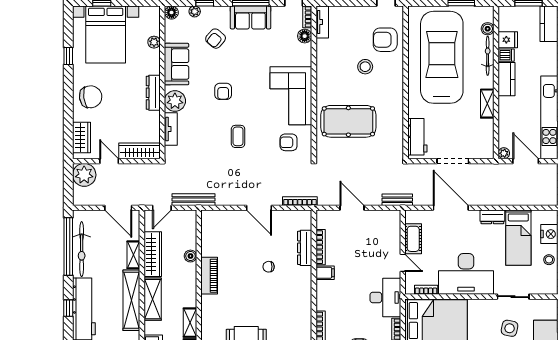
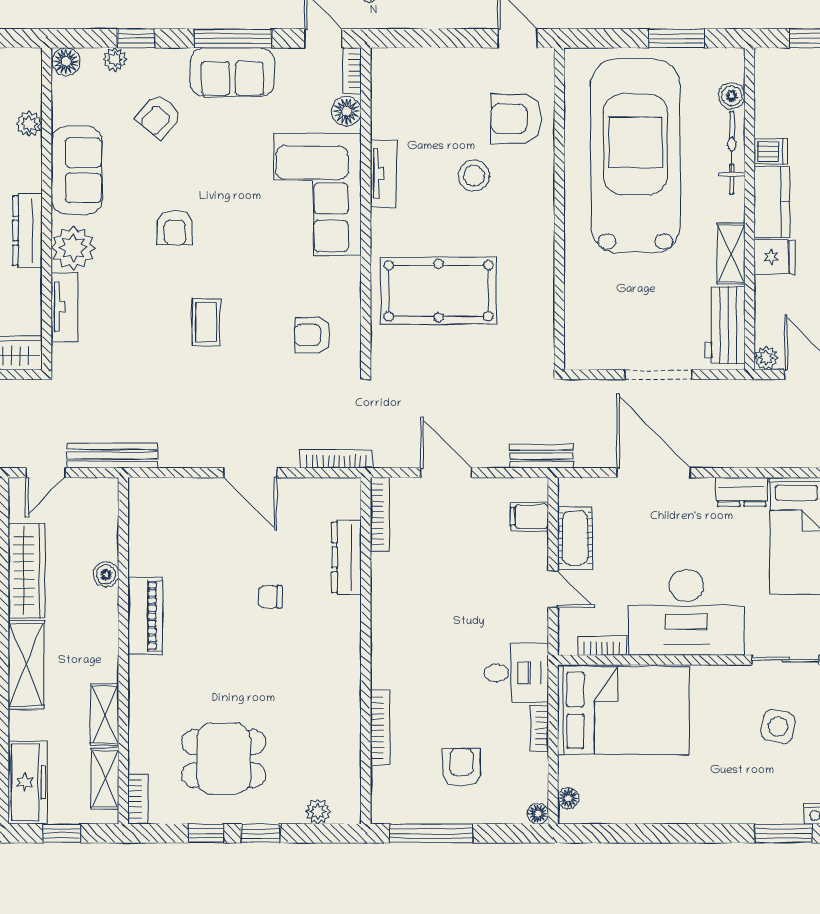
tv unit: (322, 22) -> (383, 173), moved
fridge: (508, 40) -> (774, 257), moved
corner sofa: (291, 96) -> (318, 194), moved
workbench: (417, 137) -> (725, 325), moved, turned 180
bookcase: (321, 247) -> (380, 514), moved
filing cabinet: (325, 273) -> (529, 517), moved, turned 180
desk: (385, 297) -> (516, 673), width x0.73

